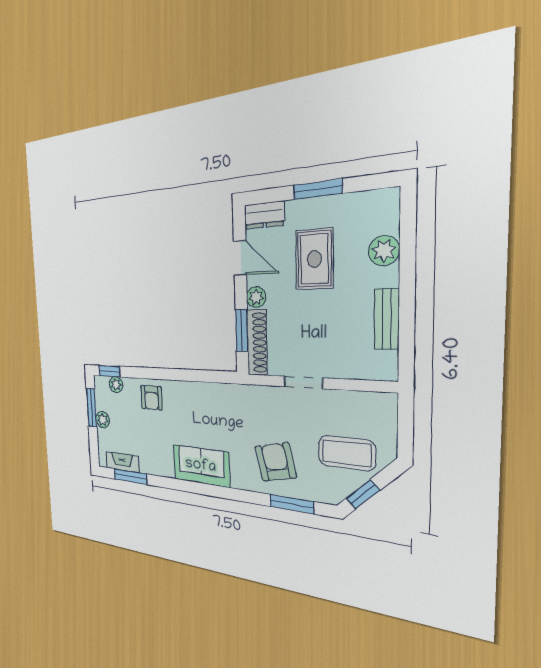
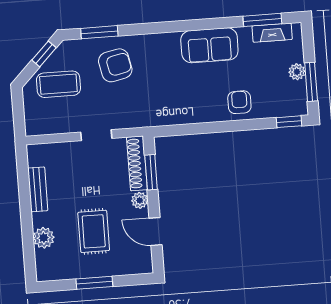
dresser: (264, 215) -> (136, 265), removed
plant: (116, 385) -> (281, 109), removed
armchair: (276, 462) -> (115, 65), turned -89
sofa: (201, 466) -> (209, 45), moved

